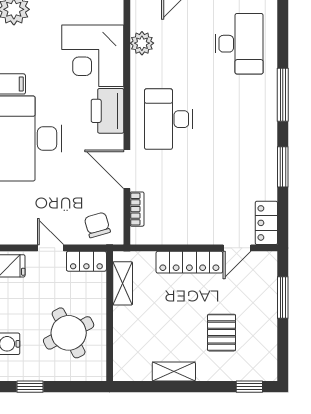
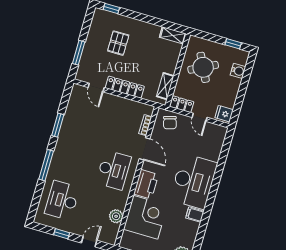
locker: (266, 223) -> (76, 97), removed
door: (237, 248) -> (96, 87), swing flipped
shelving: (174, 372) -> (173, 35), moved

